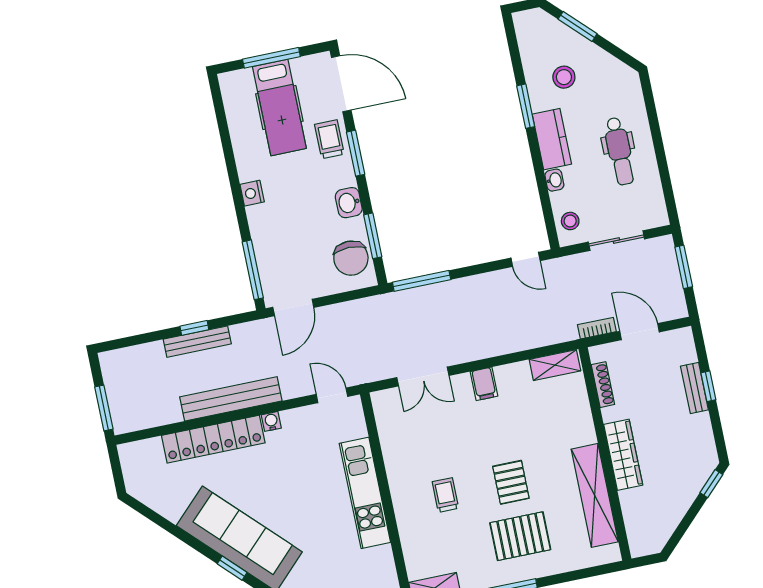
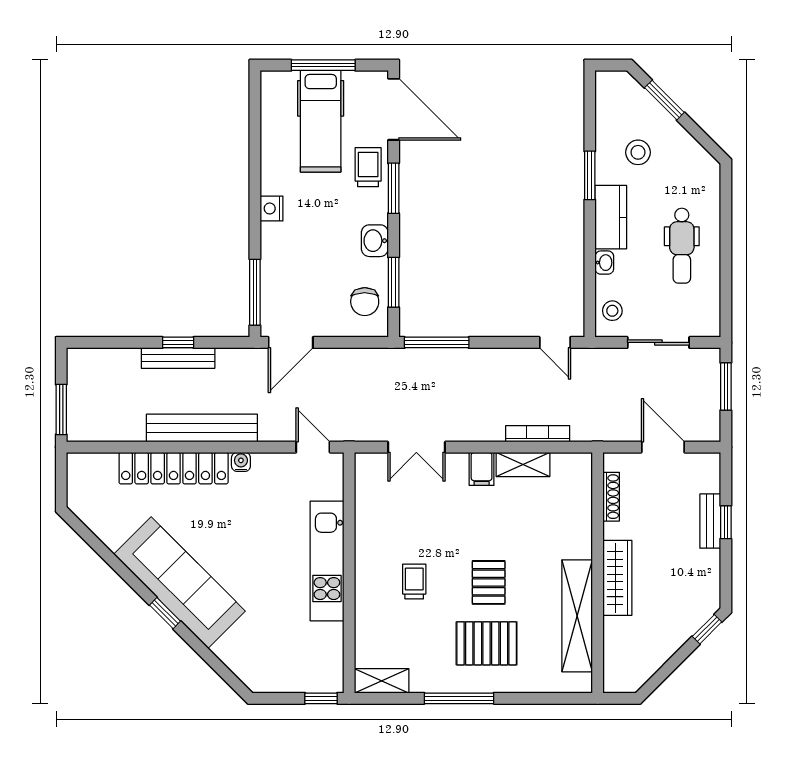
chair: (351, 258) -> (365, 302), width x0.73, depth x0.73
bookcase: (597, 328) -> (538, 434), moved, width x1.56
shelving: (555, 365) -> (523, 464), moved

